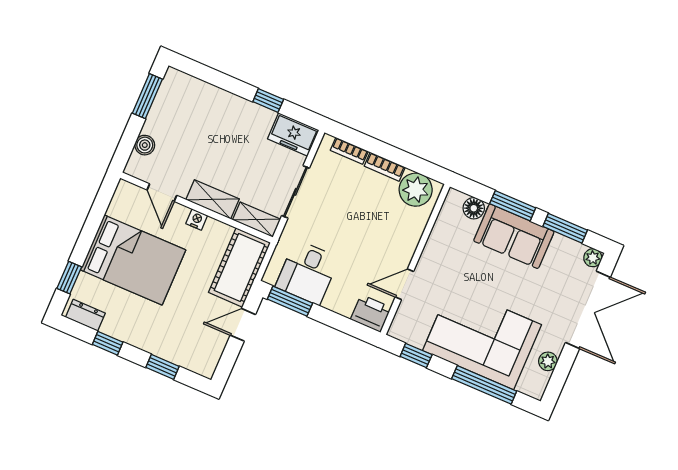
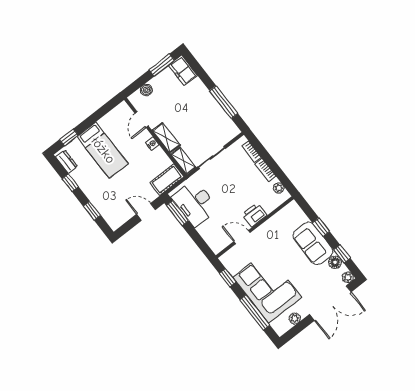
window: (268, 100) -> (224, 102), width x2.17
freezer: (293, 134) -> (183, 71), moved
plant: (416, 190) -> (279, 188), width x0.53, depth x0.53
window: (513, 206) -> (321, 227), width x0.67
floor lamp: (474, 208) -> (335, 262), moved
window: (565, 228) -> (342, 254), width x0.67
bed: (133, 260) -> (103, 150), width x0.67
cot: (239, 268) -> (167, 180), width x0.73, depth x0.75
desk: (307, 272) -> (195, 203), width x1.37
printer: (371, 313) -> (254, 215), moved, turned -90

